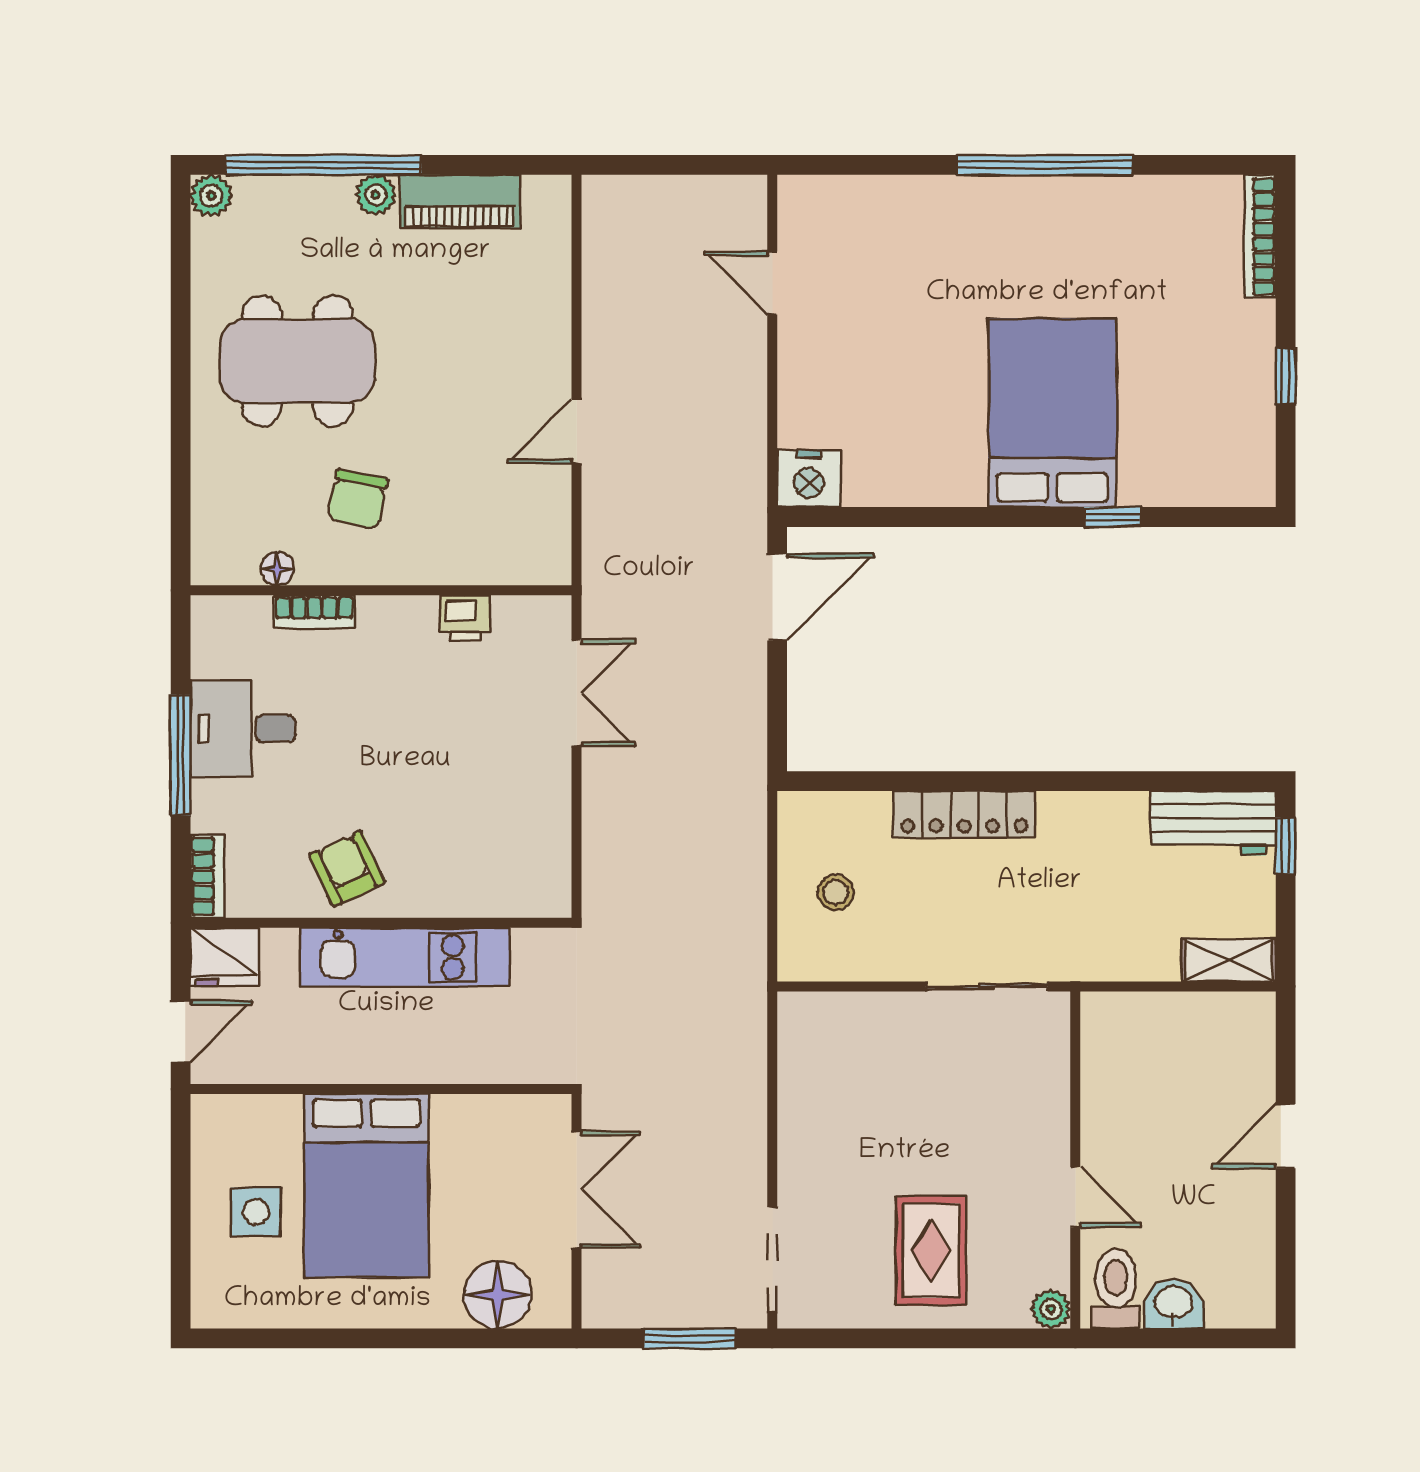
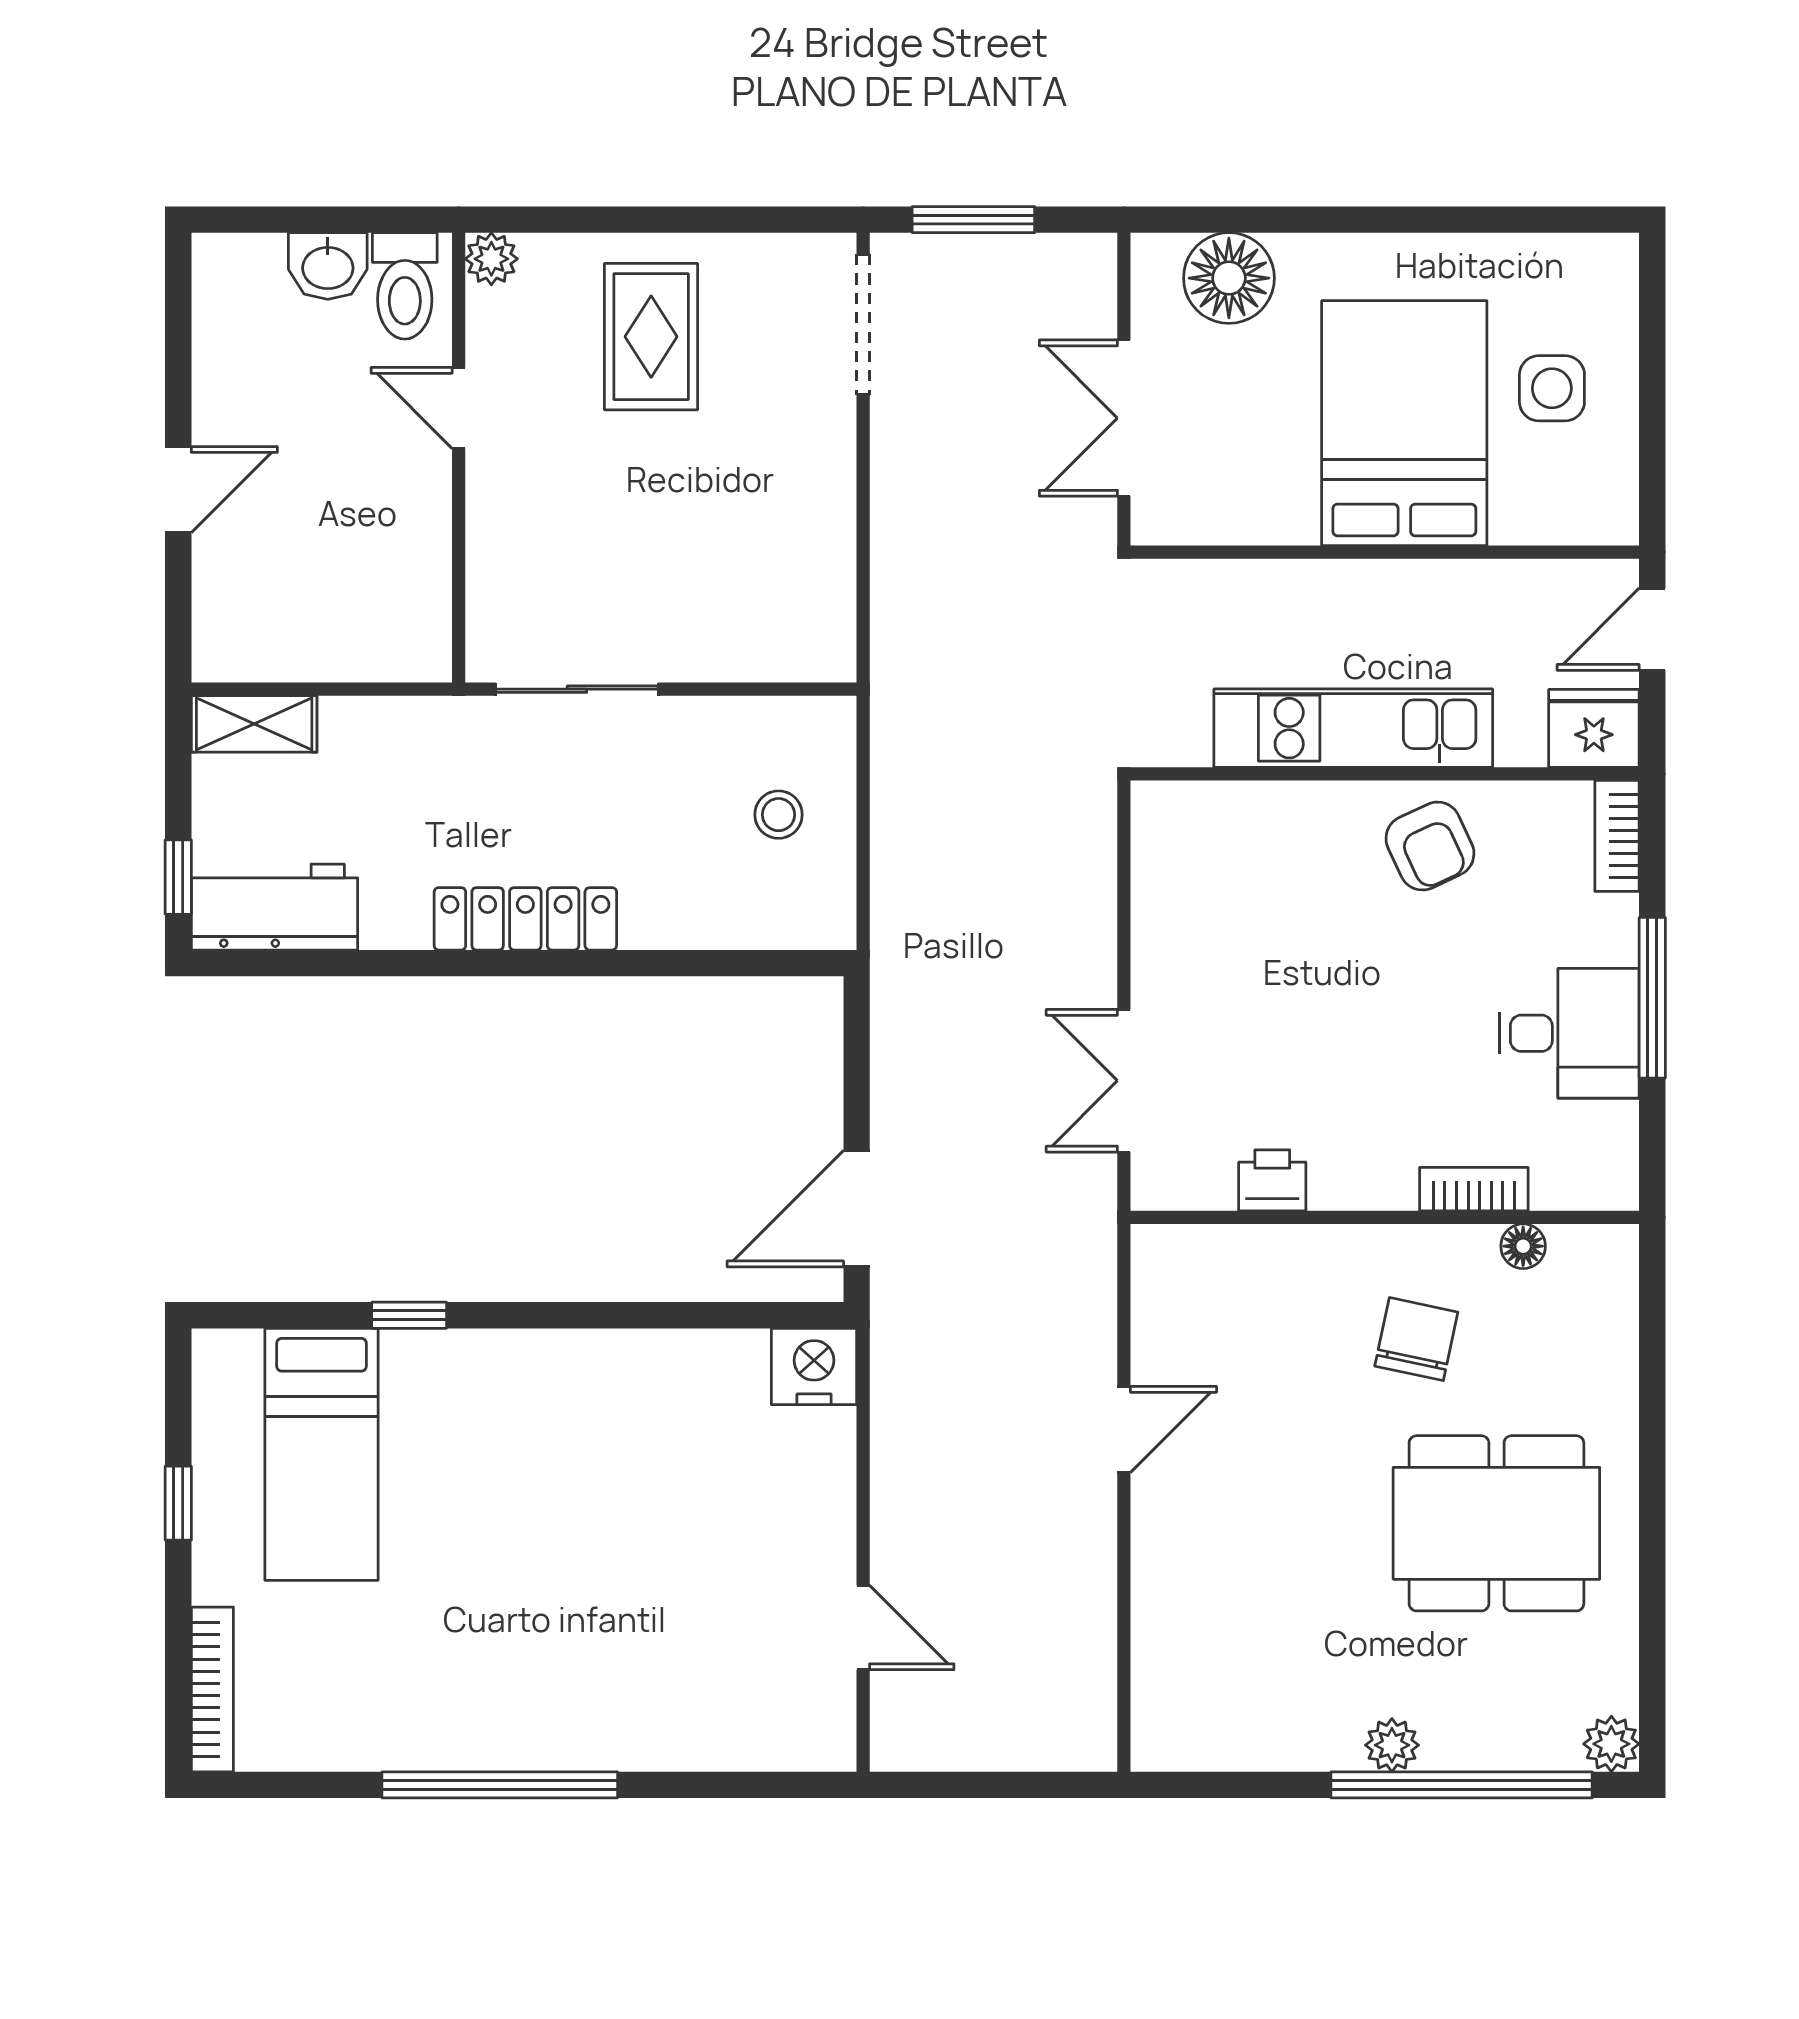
piano: (460, 202) -> (1280, 1736), removed
bed: (1052, 413) -> (322, 1454), moved, width x0.67
locker: (964, 814) -> (525, 919), moved

